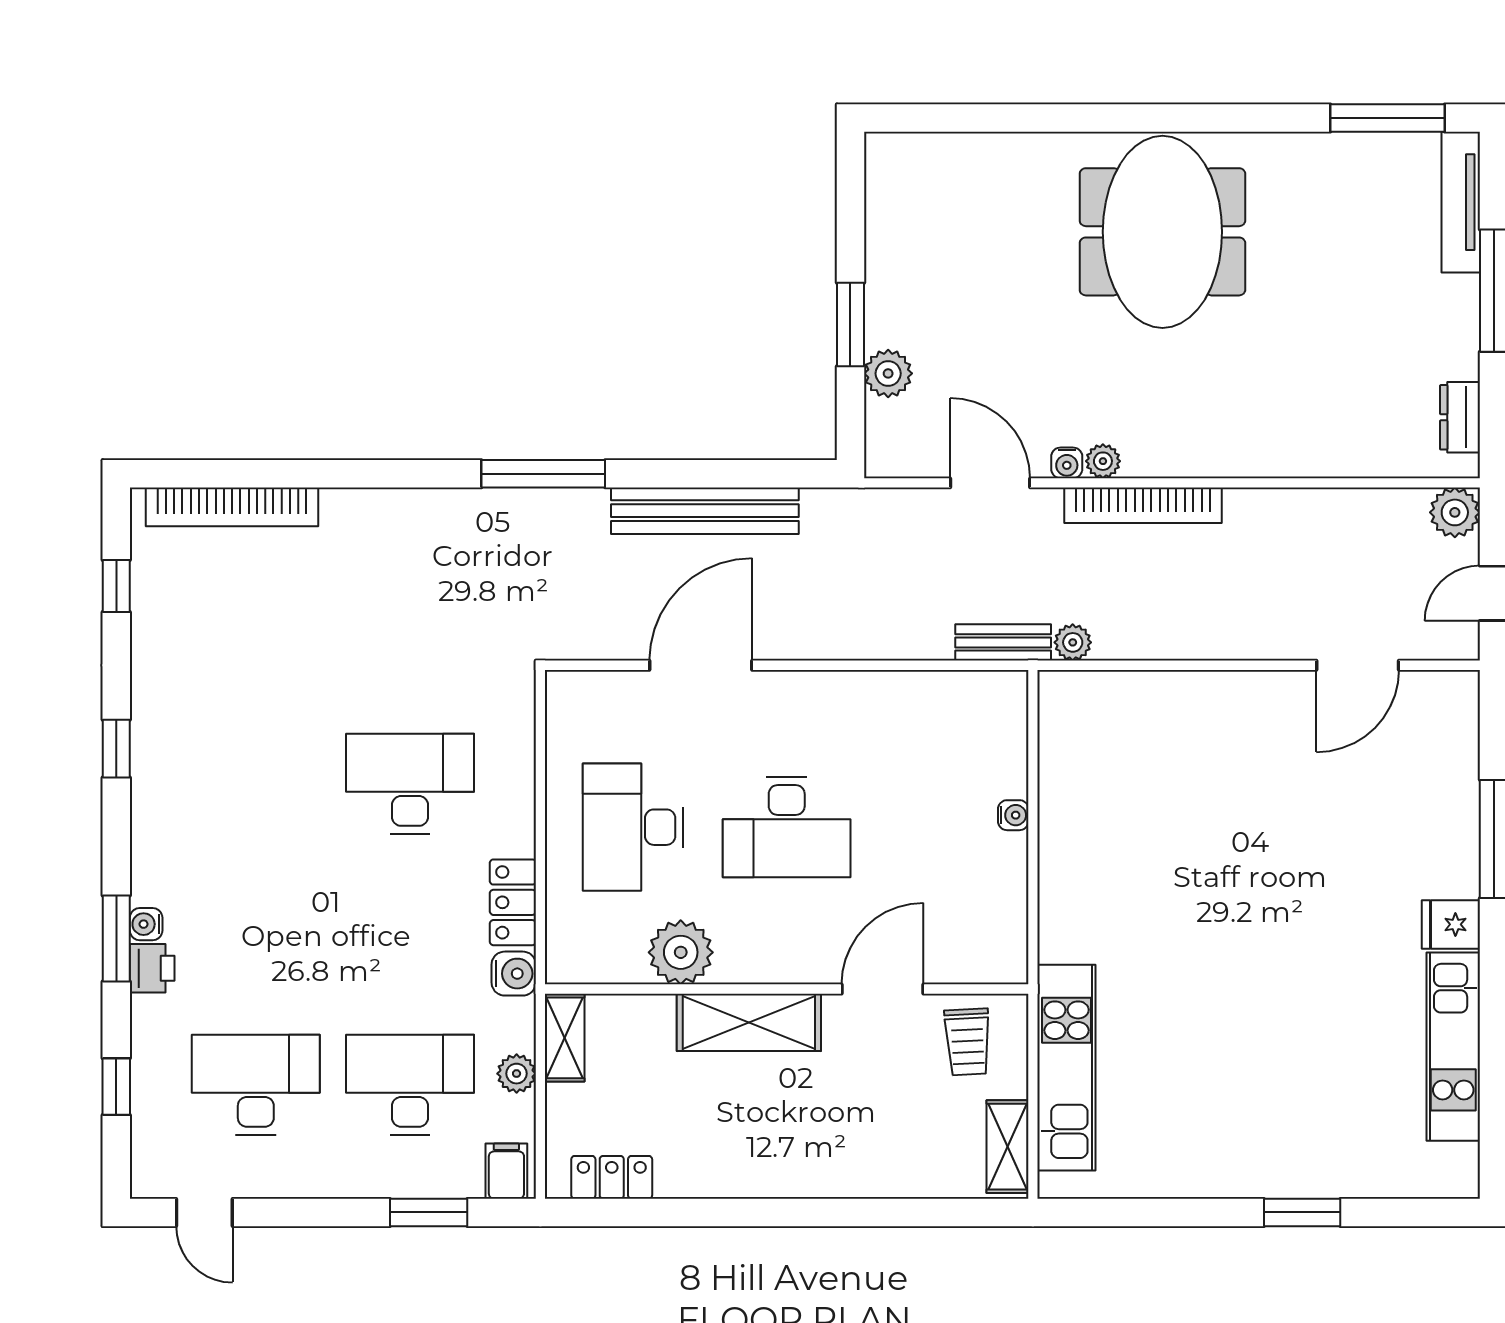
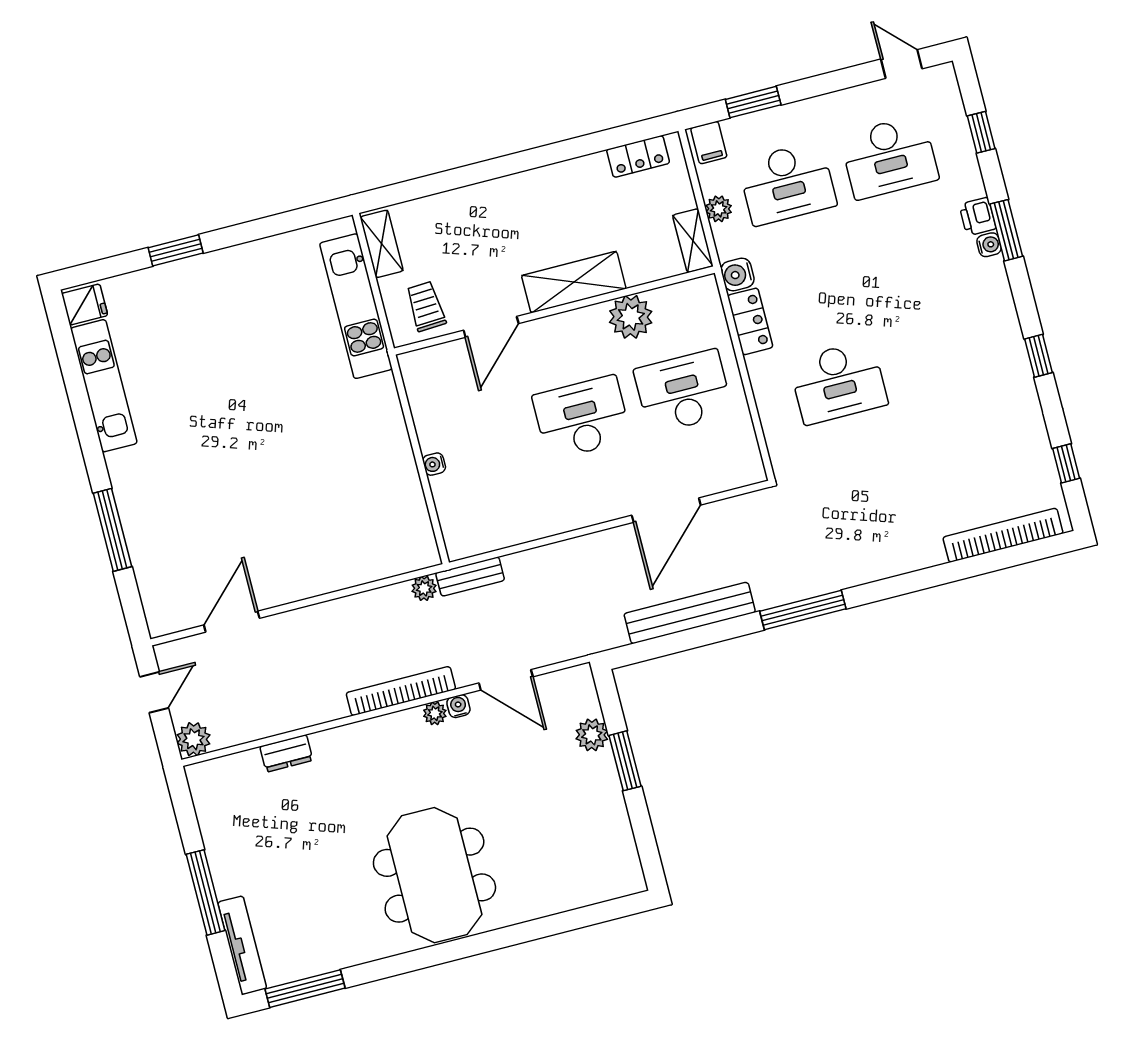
dresser: (1460, 417) -> (286, 753), moved, turned 90
desk: (633, 827) -> (683, 392), turned -90
fridge: (1451, 924) -> (85, 304), moved

